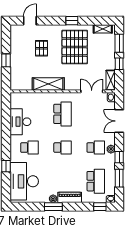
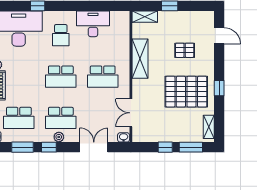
shelving: (111, 80) -> (145, 17), moved
double door: (92, 91) -> (131, 113), swing flipped
school desk: (63, 148) -> (61, 77), width x1.85
school desk: (96, 148) -> (61, 118), width x1.85

